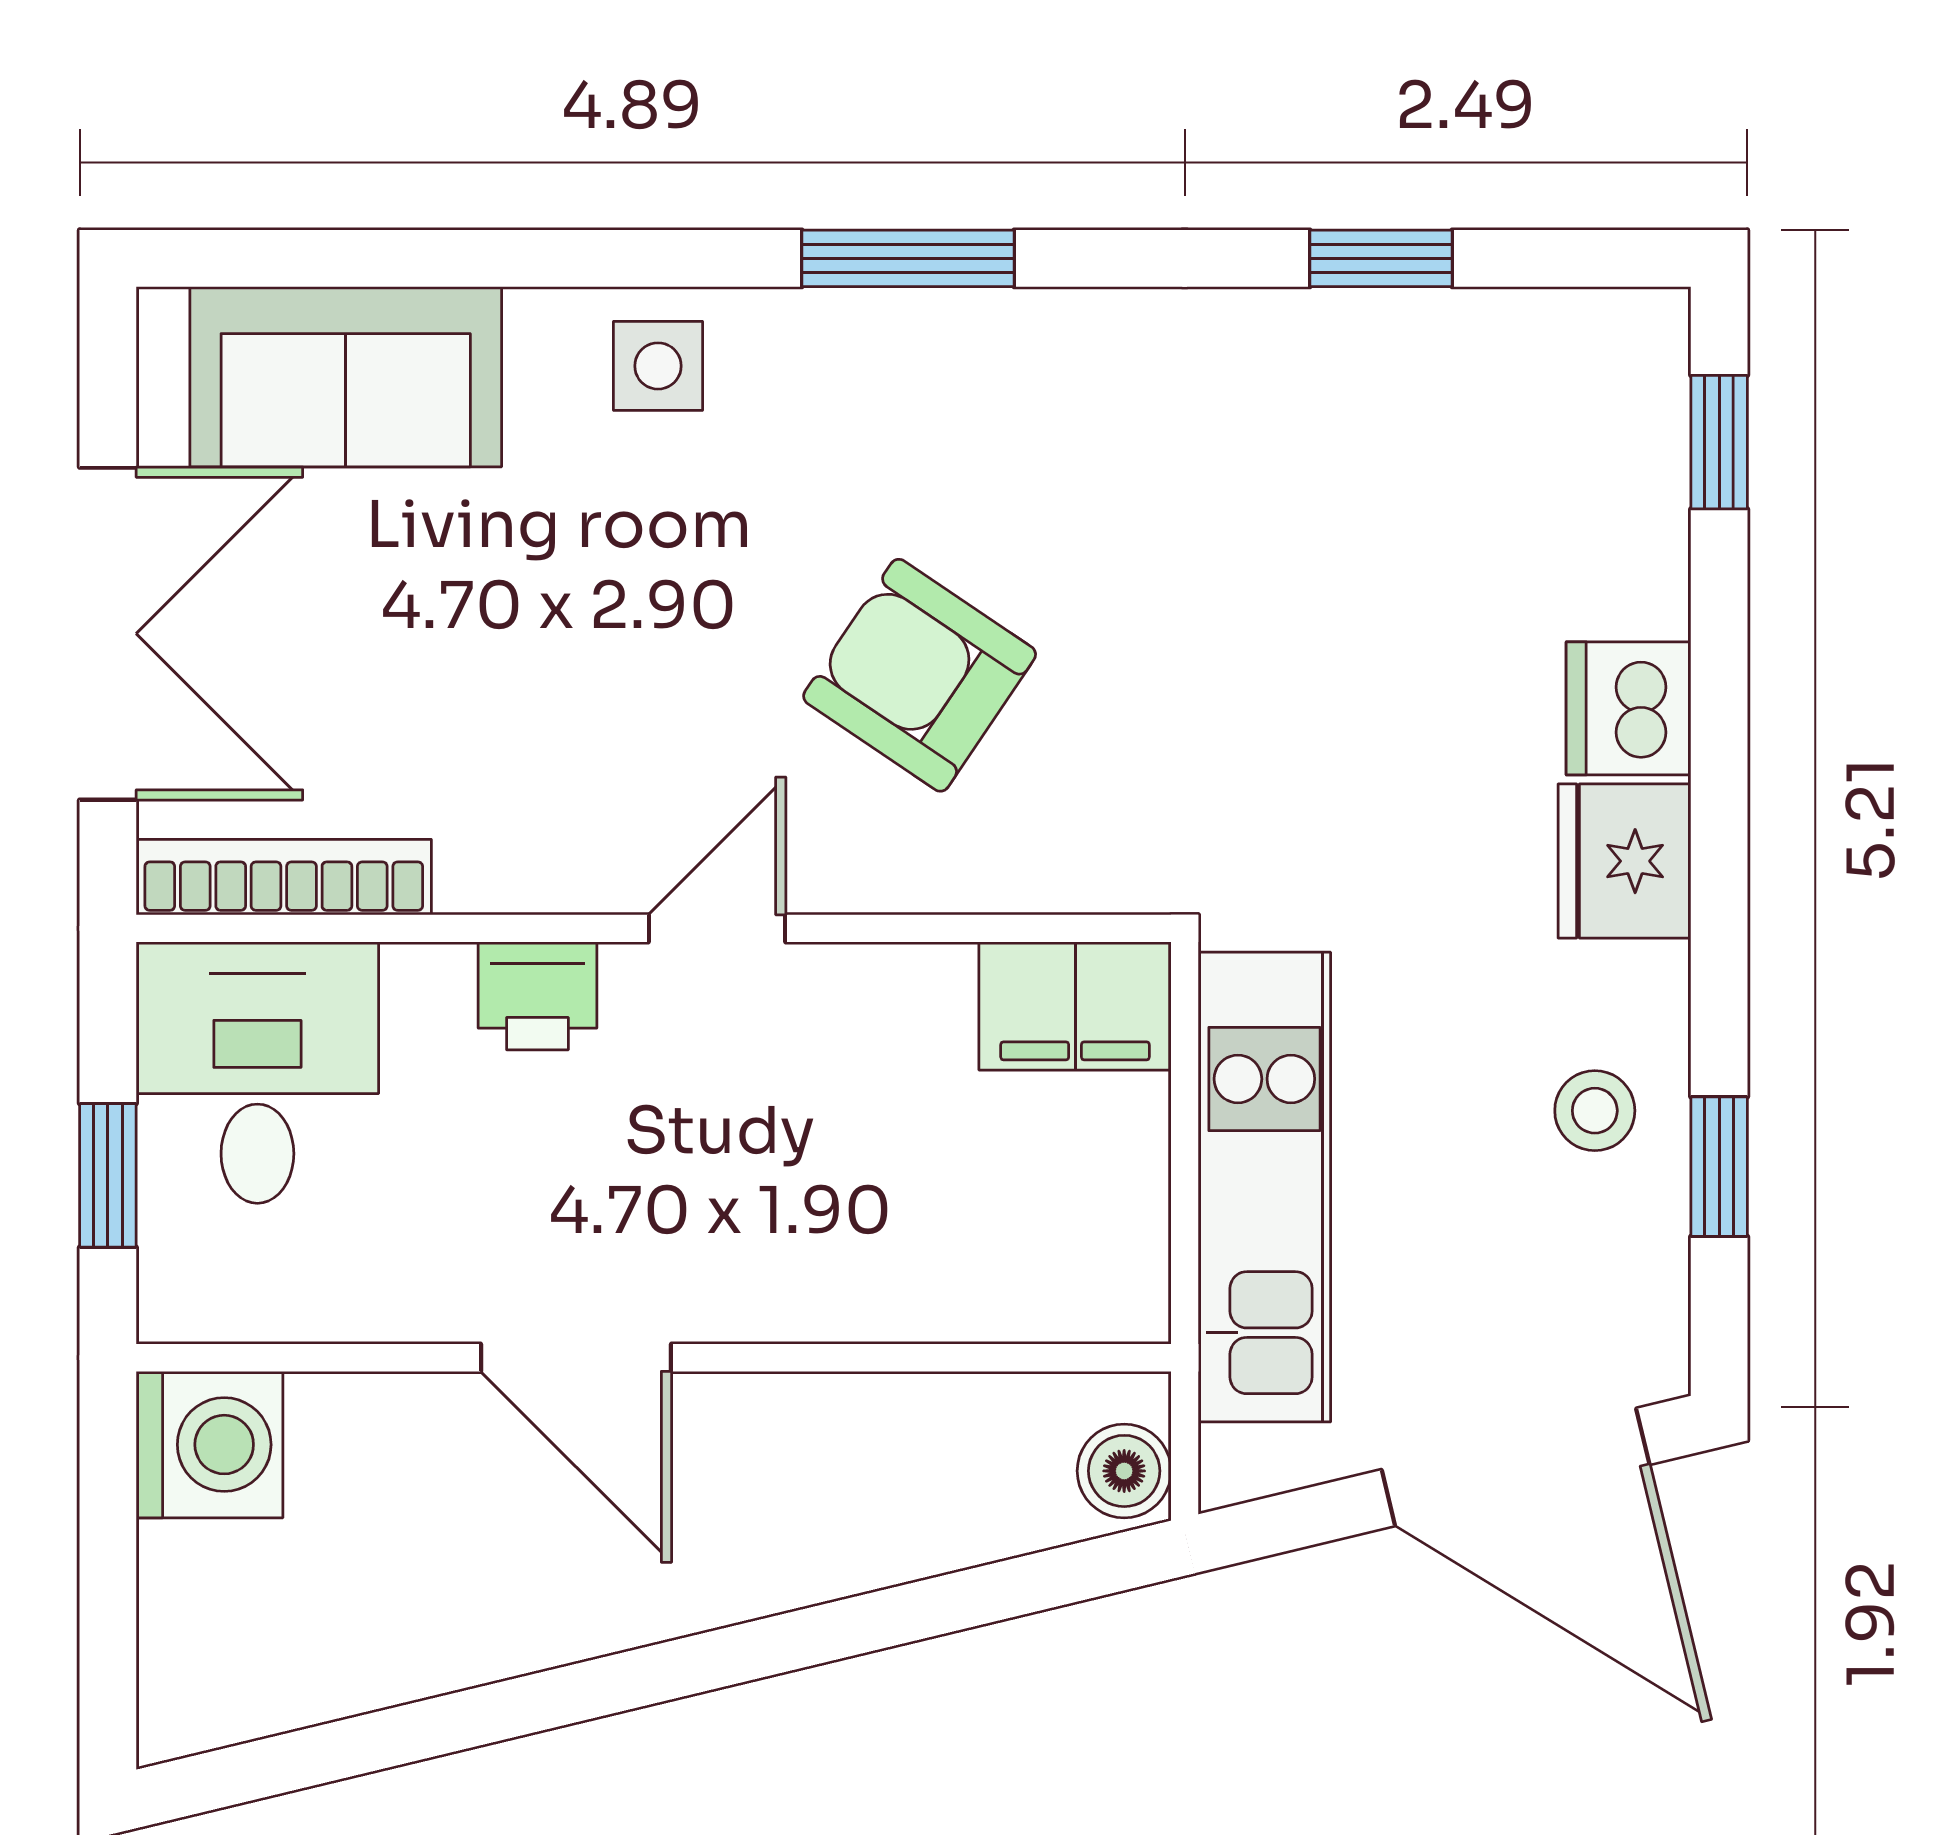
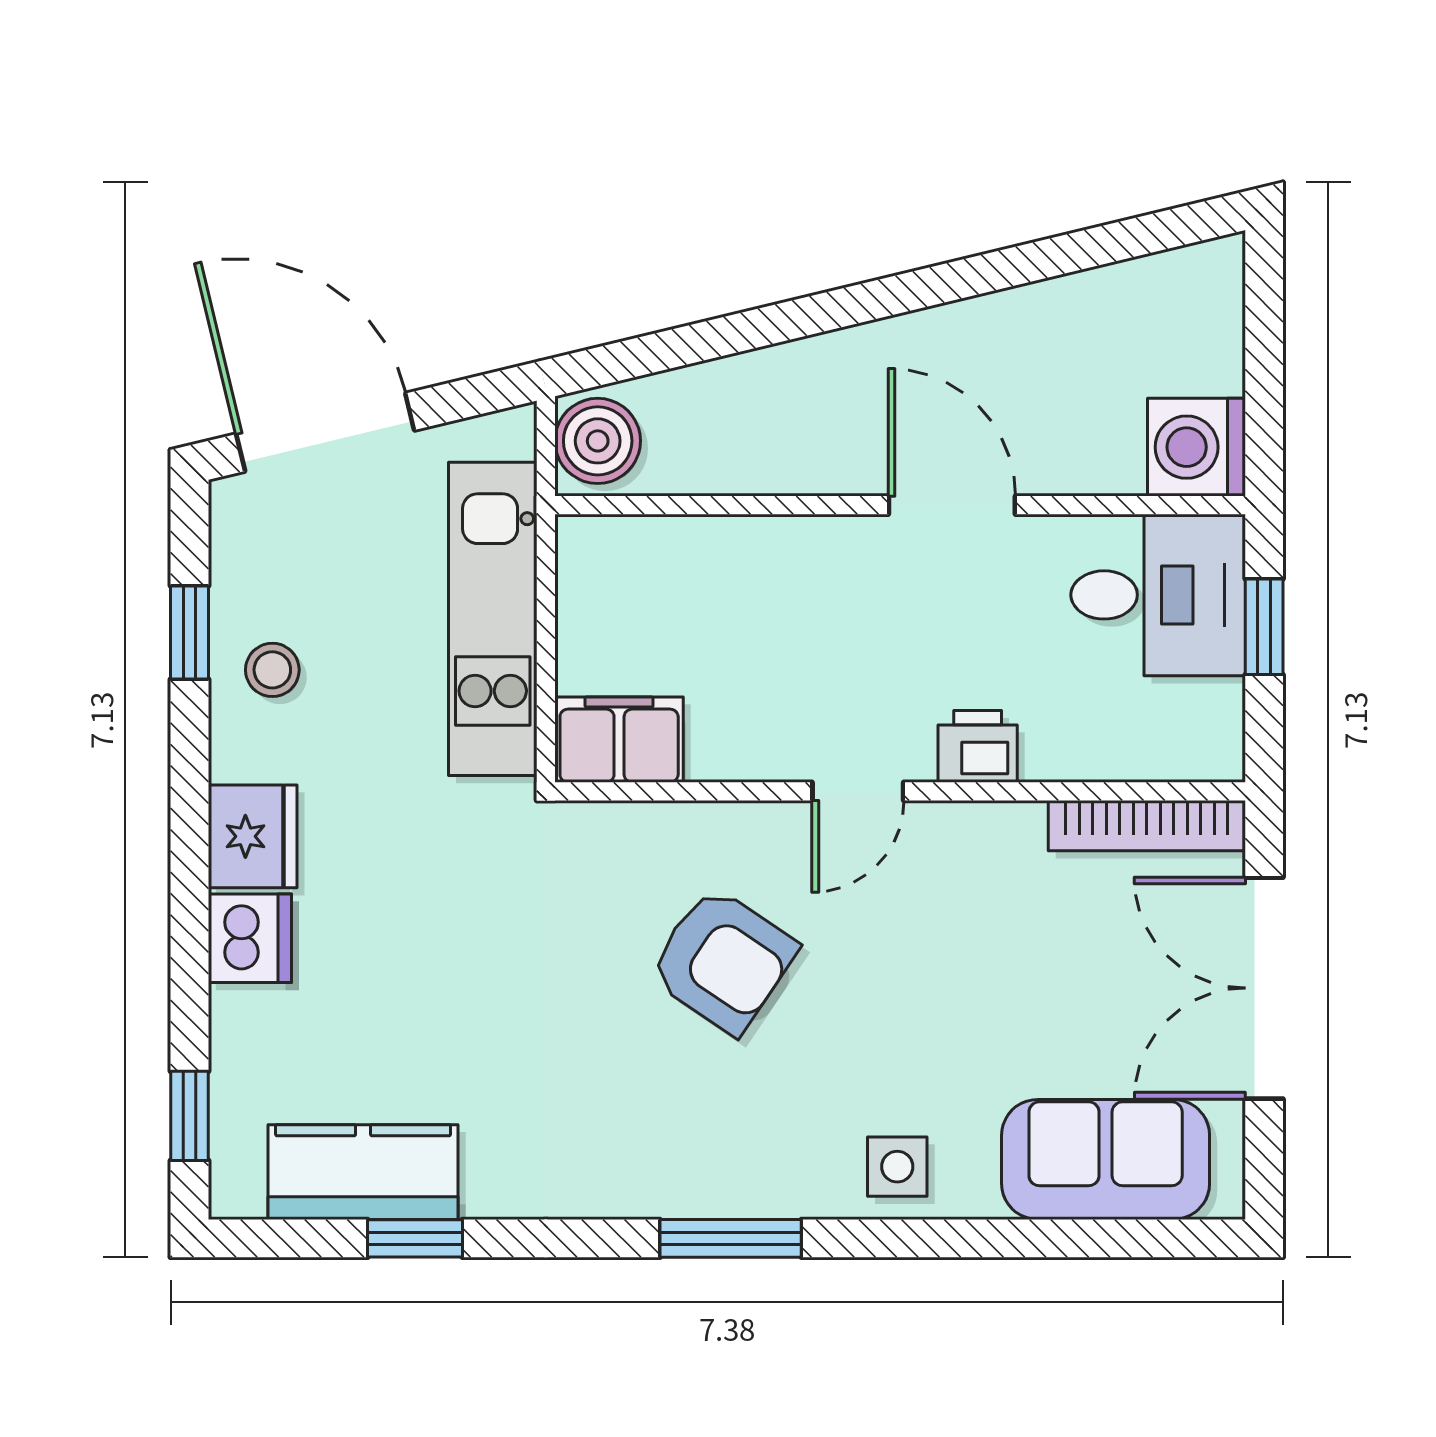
kitchen counter: (1459, 358) -> (363, 1172), added
desk: (257, 1073) -> (1158, 595), moved, turned -90
boiler: (1124, 1471) -> (598, 441), width x1.36, depth x1.36

